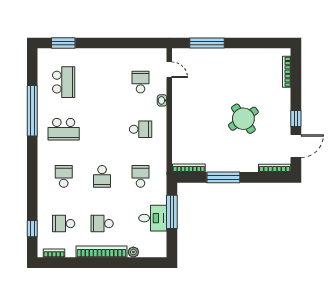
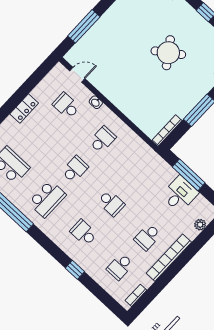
locker: (111, 55) -> (24, 109), added
school desk: (141, 176) -> (75, 169), moved, turned 90
window: (32, 229) -> (75, 270), moved
plant: (133, 252) -> (200, 225), moved

